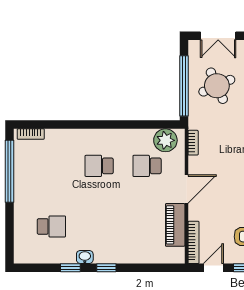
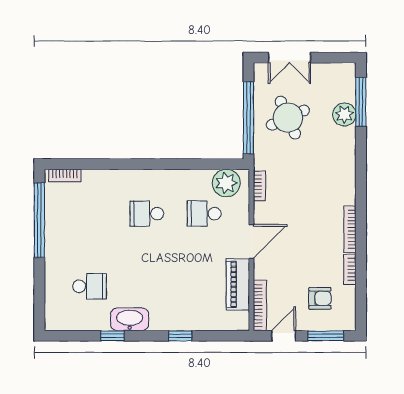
washbasin: (85, 257) -> (130, 319), width x1.91, depth x1.45
window: (106, 268) -> (180, 336), moved

